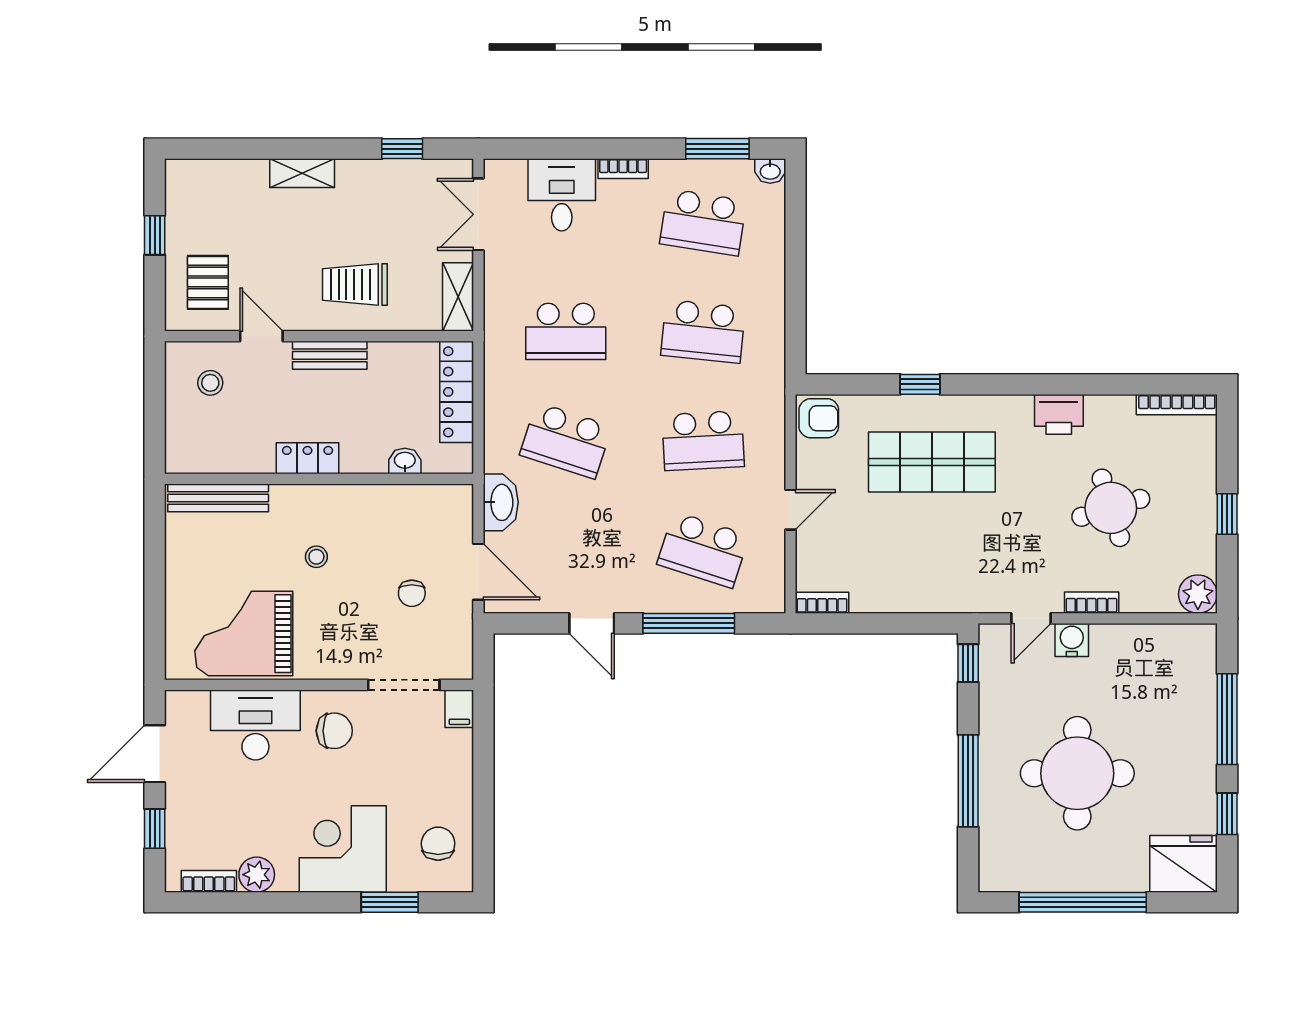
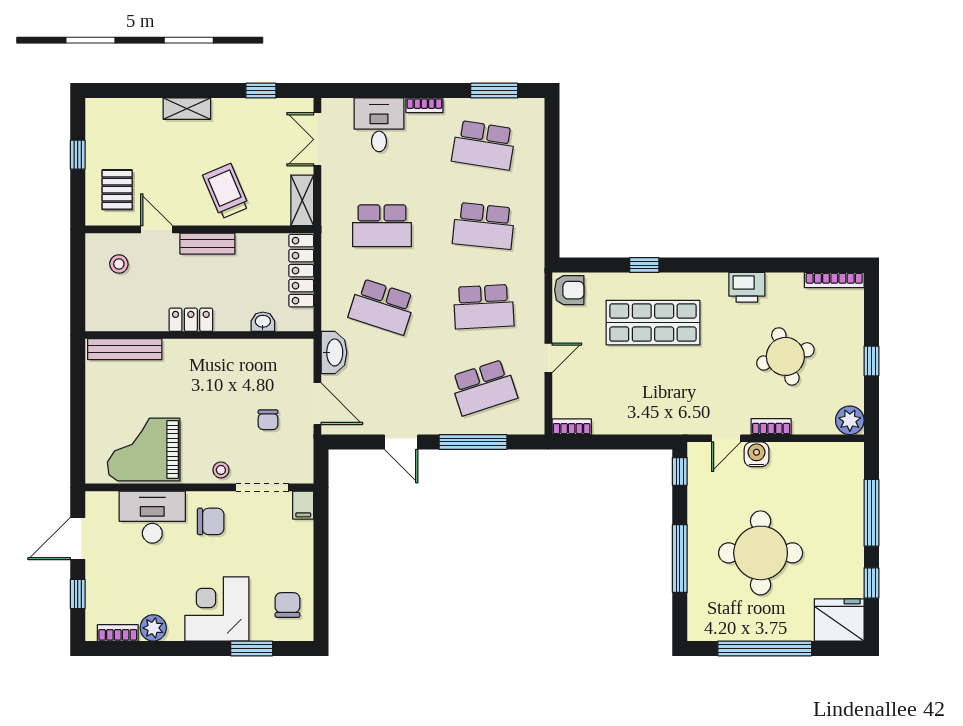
washbasin: (770, 171) -> (533, 107), removed
trolley: (355, 284) -> (226, 191), turned 67
school desk: (703, 550) -> (484, 387), turned -36
stool: (316, 557) -> (221, 470), moved

